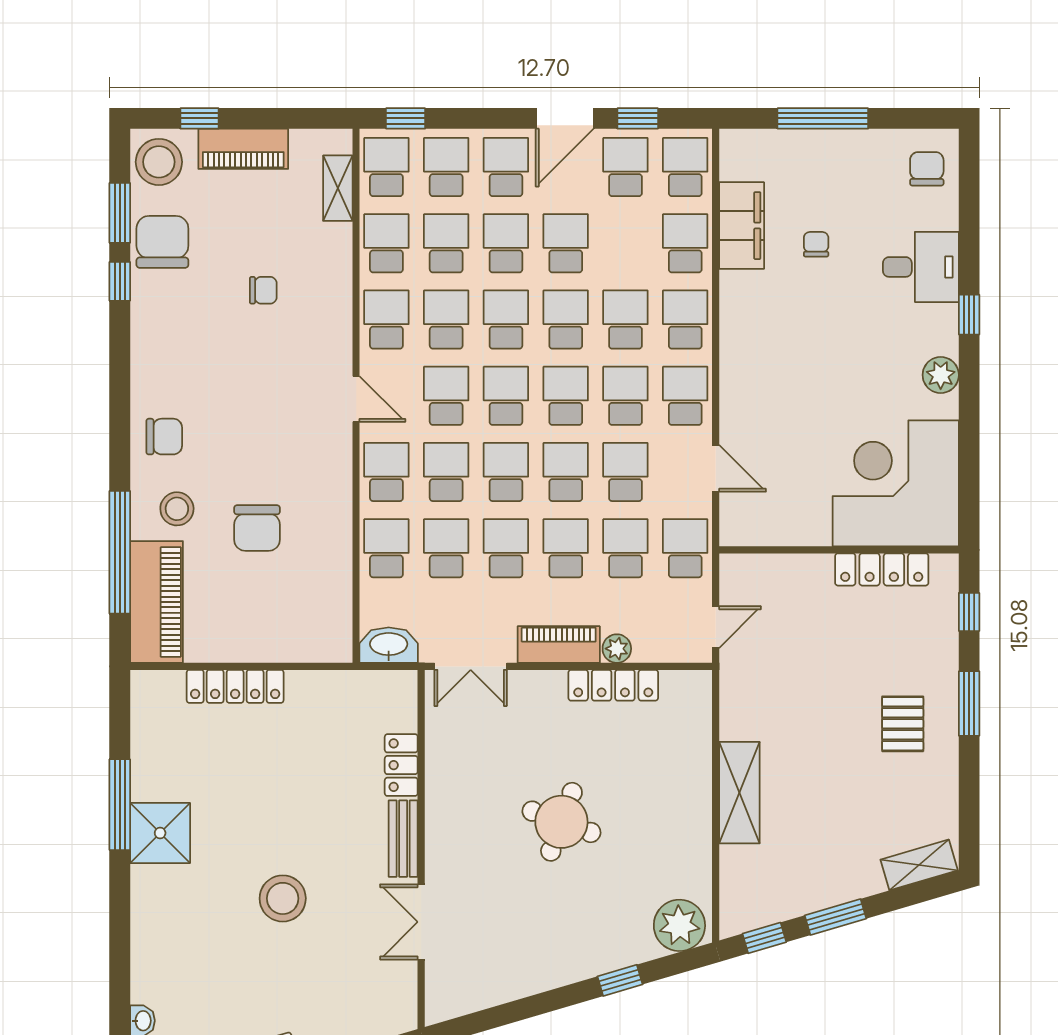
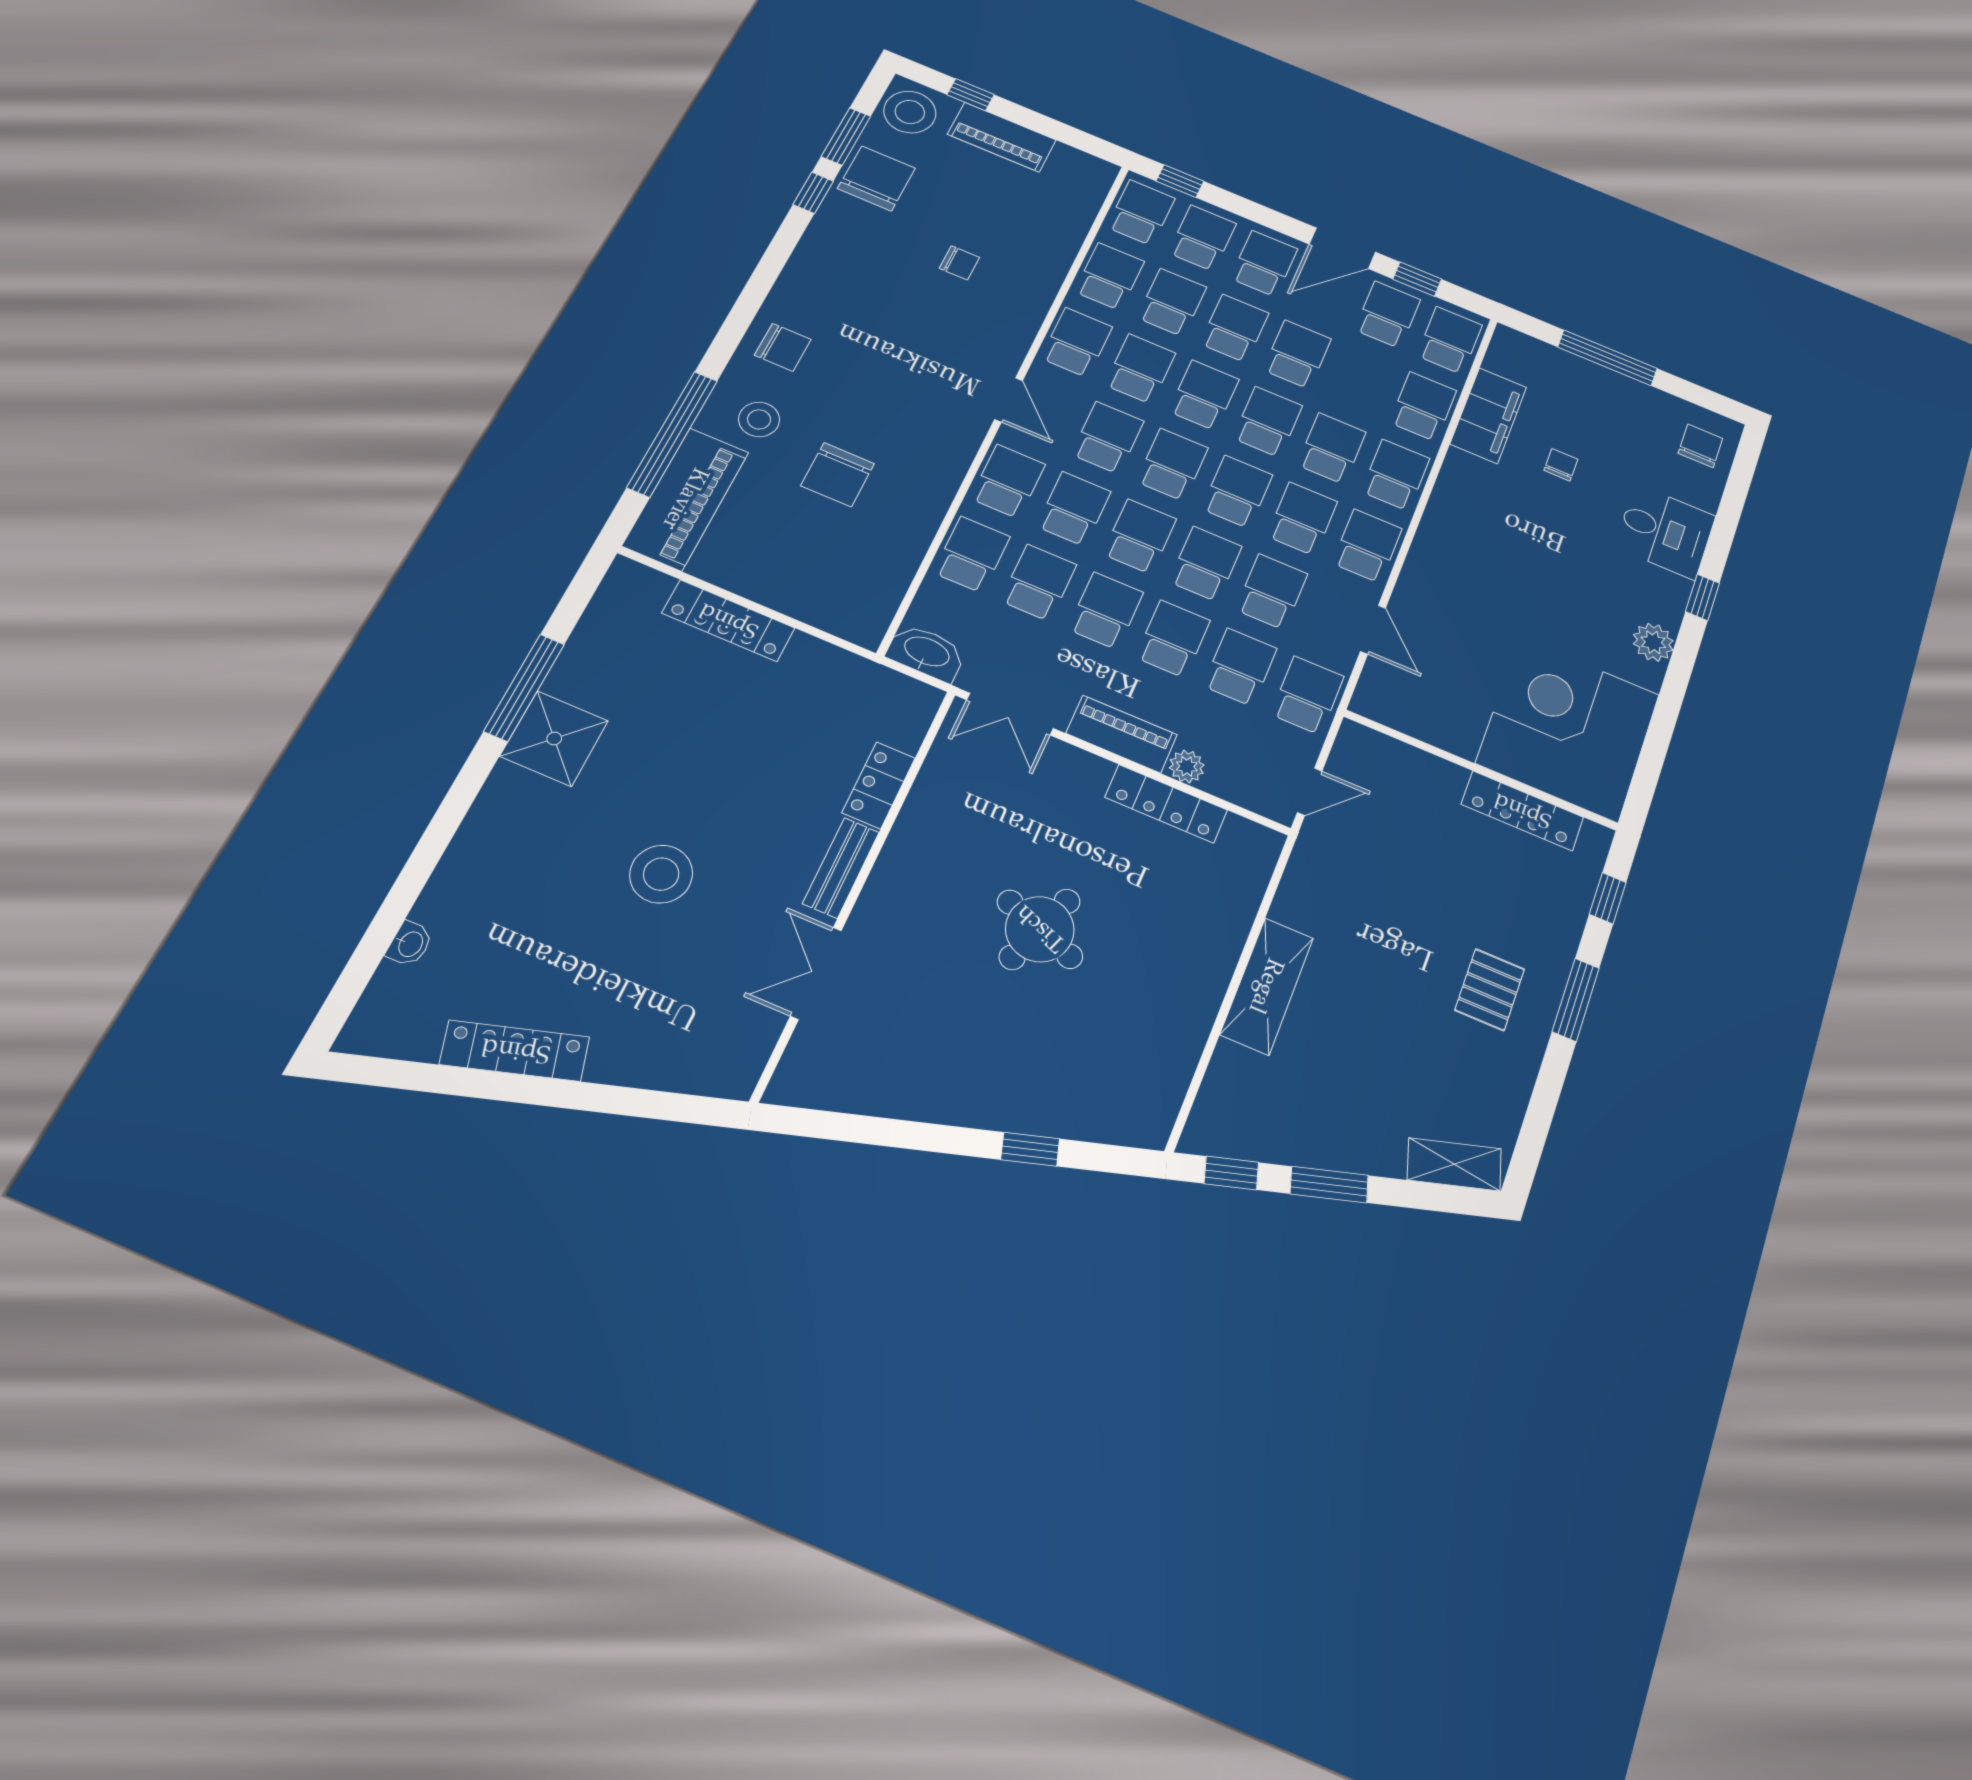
shelving: (338, 188) -> (1082, 209), removed
plant: (679, 925) -> (1132, 1113), removed

